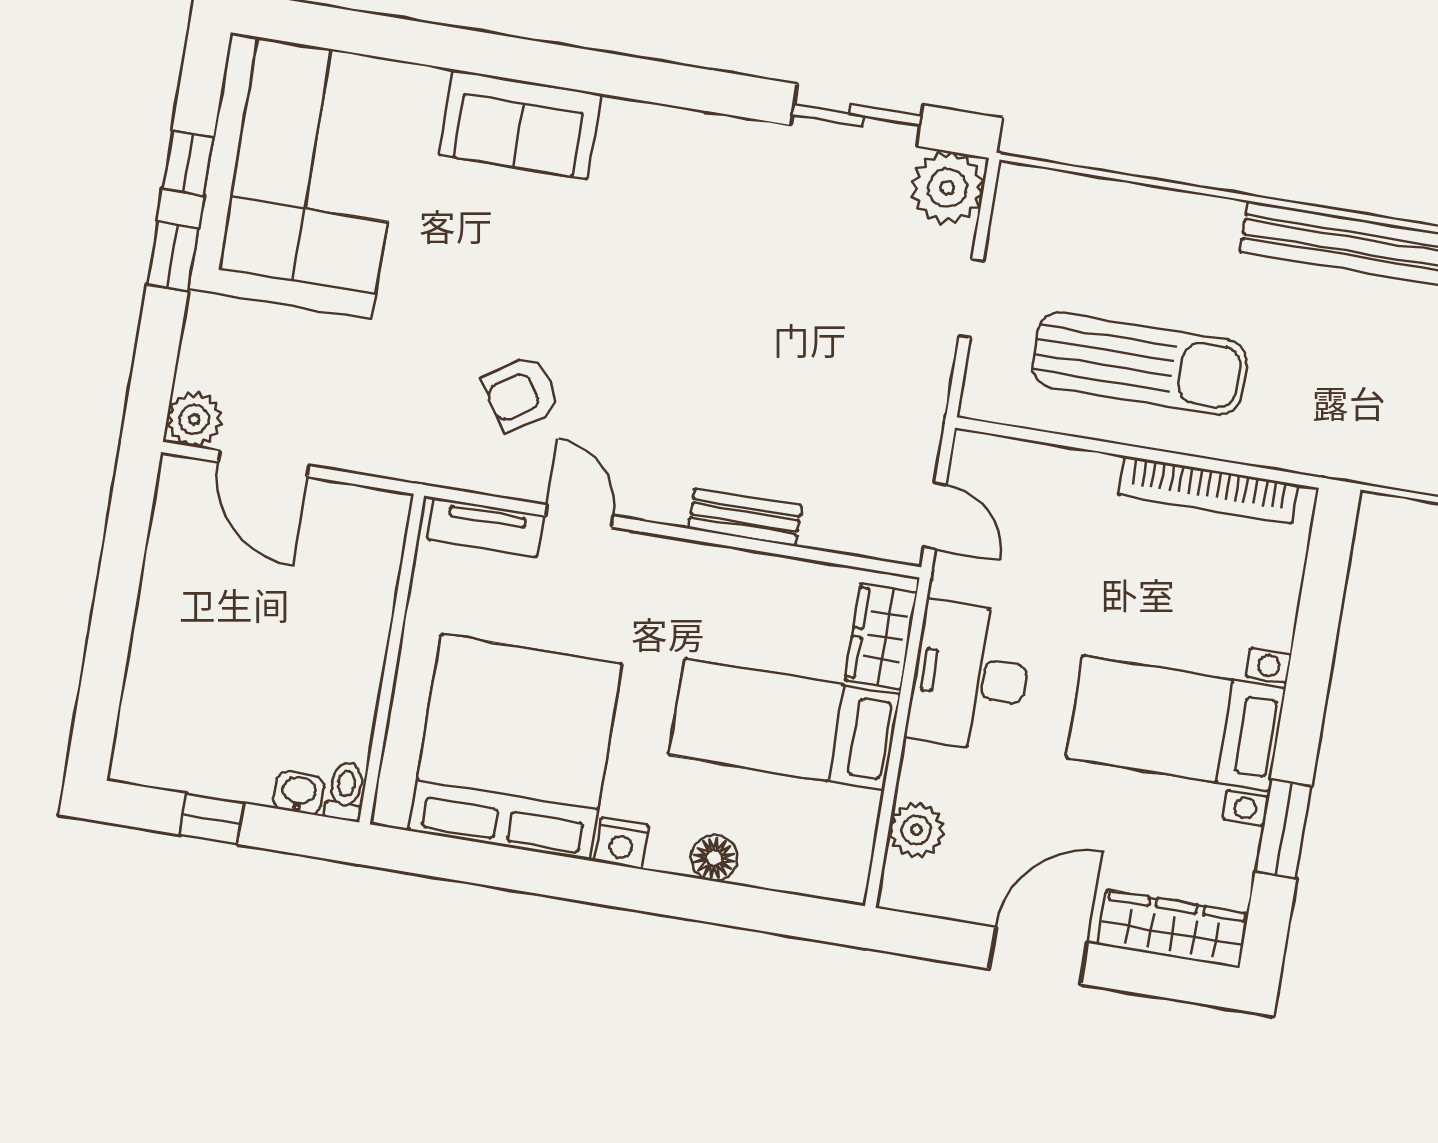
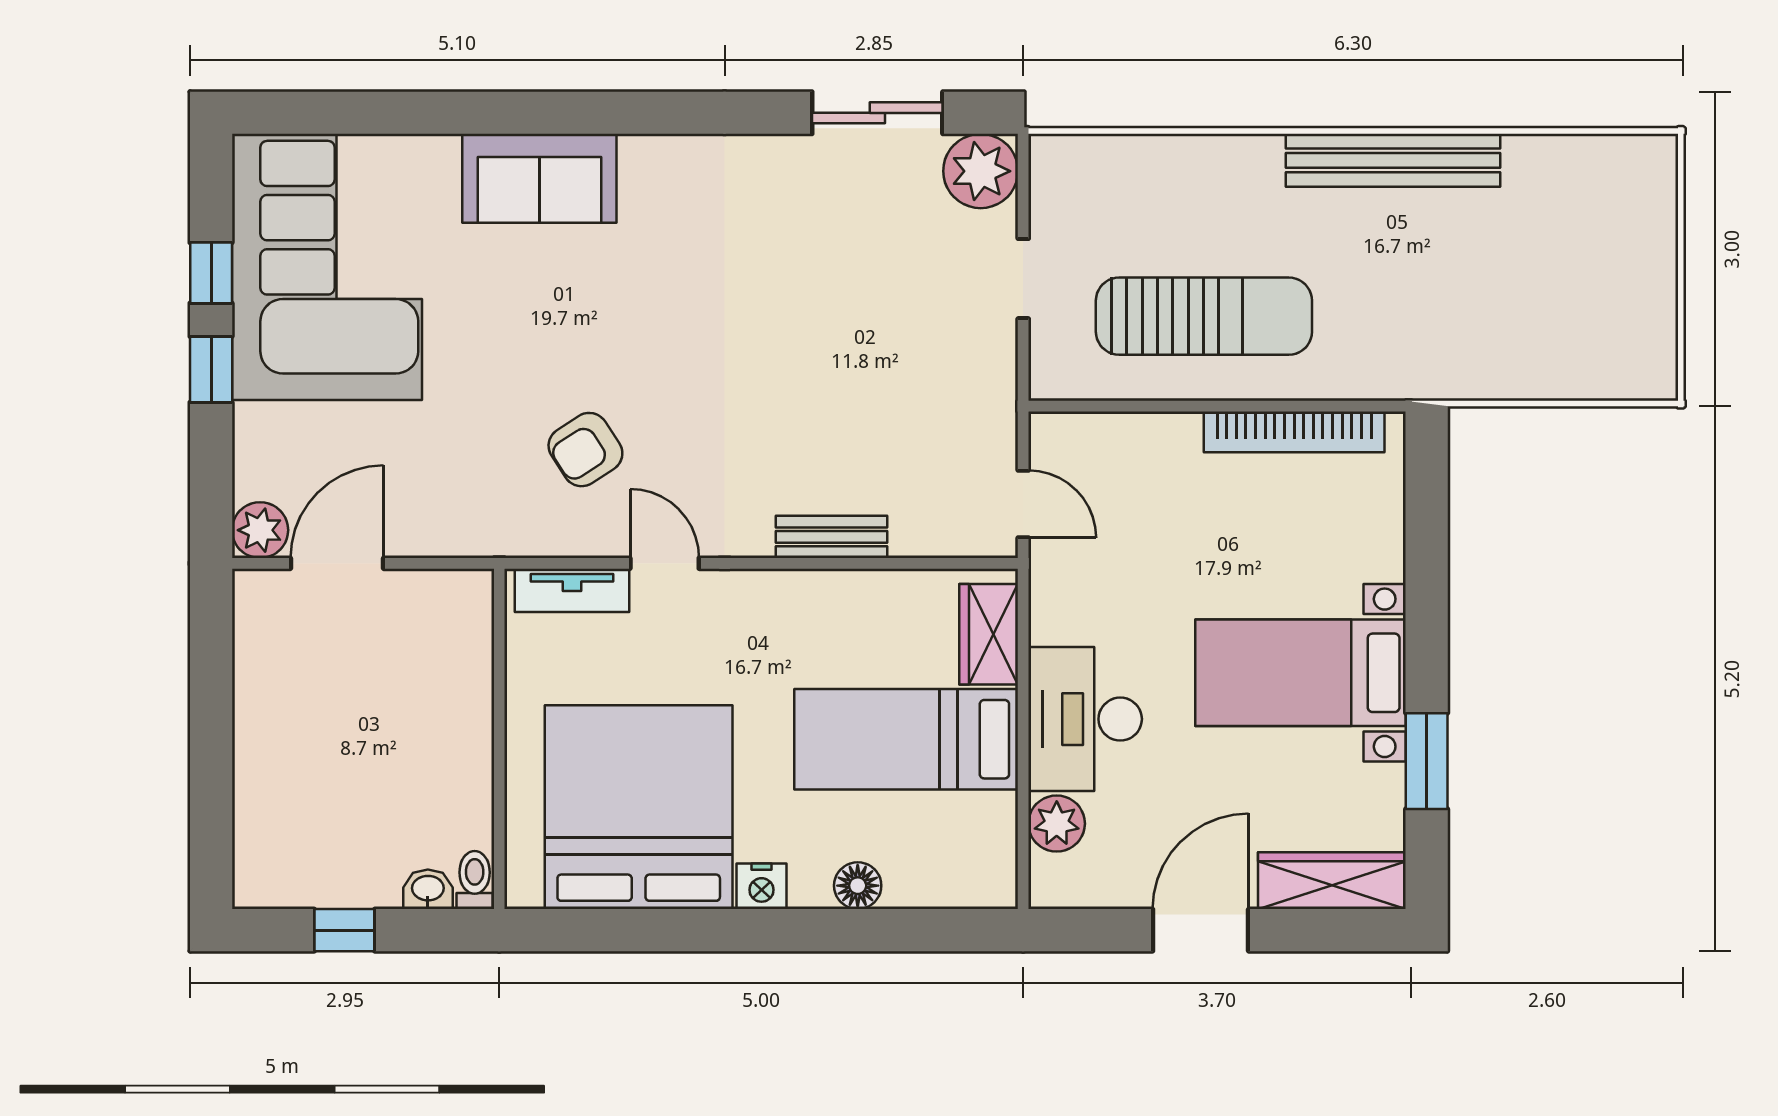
door: (263, 464) -> (337, 563), swing flipped
desk: (970, 676) -> (1085, 719), moved

